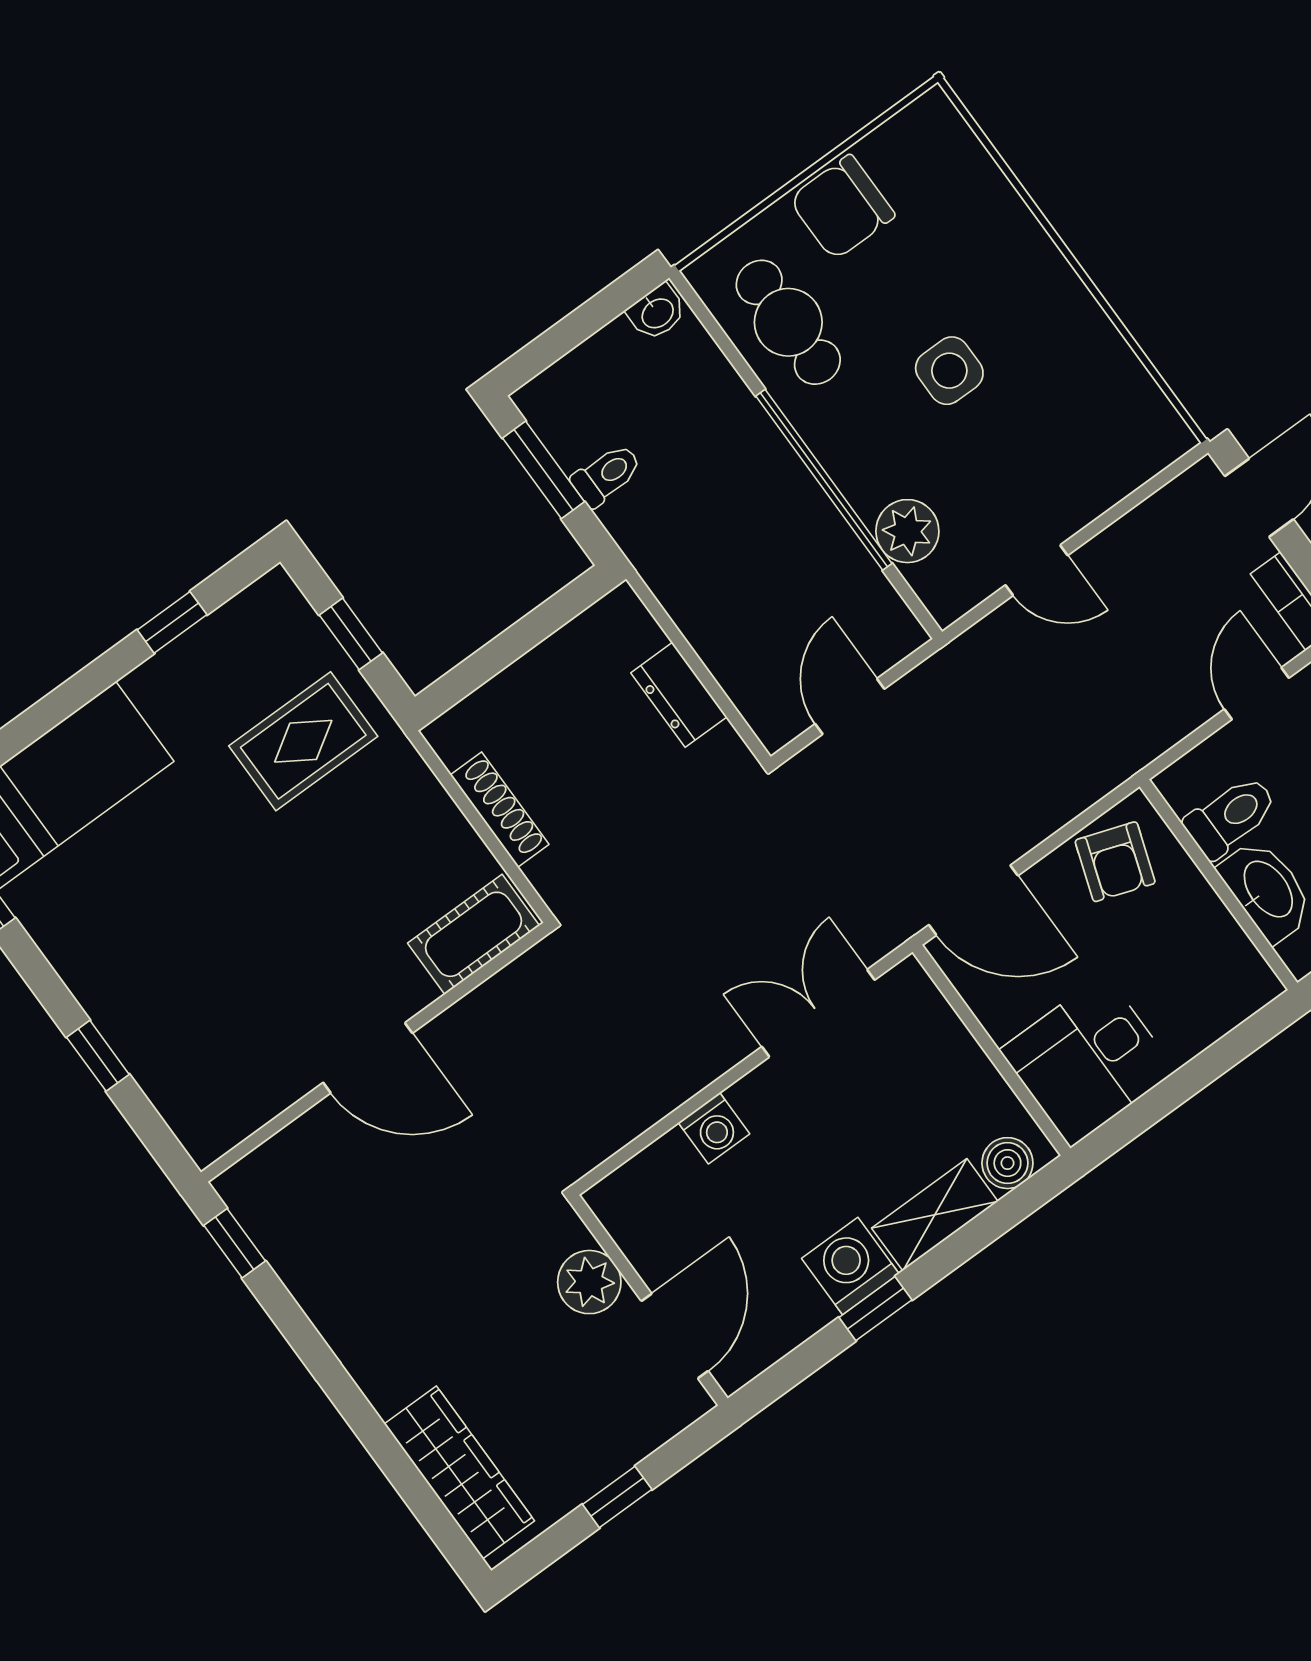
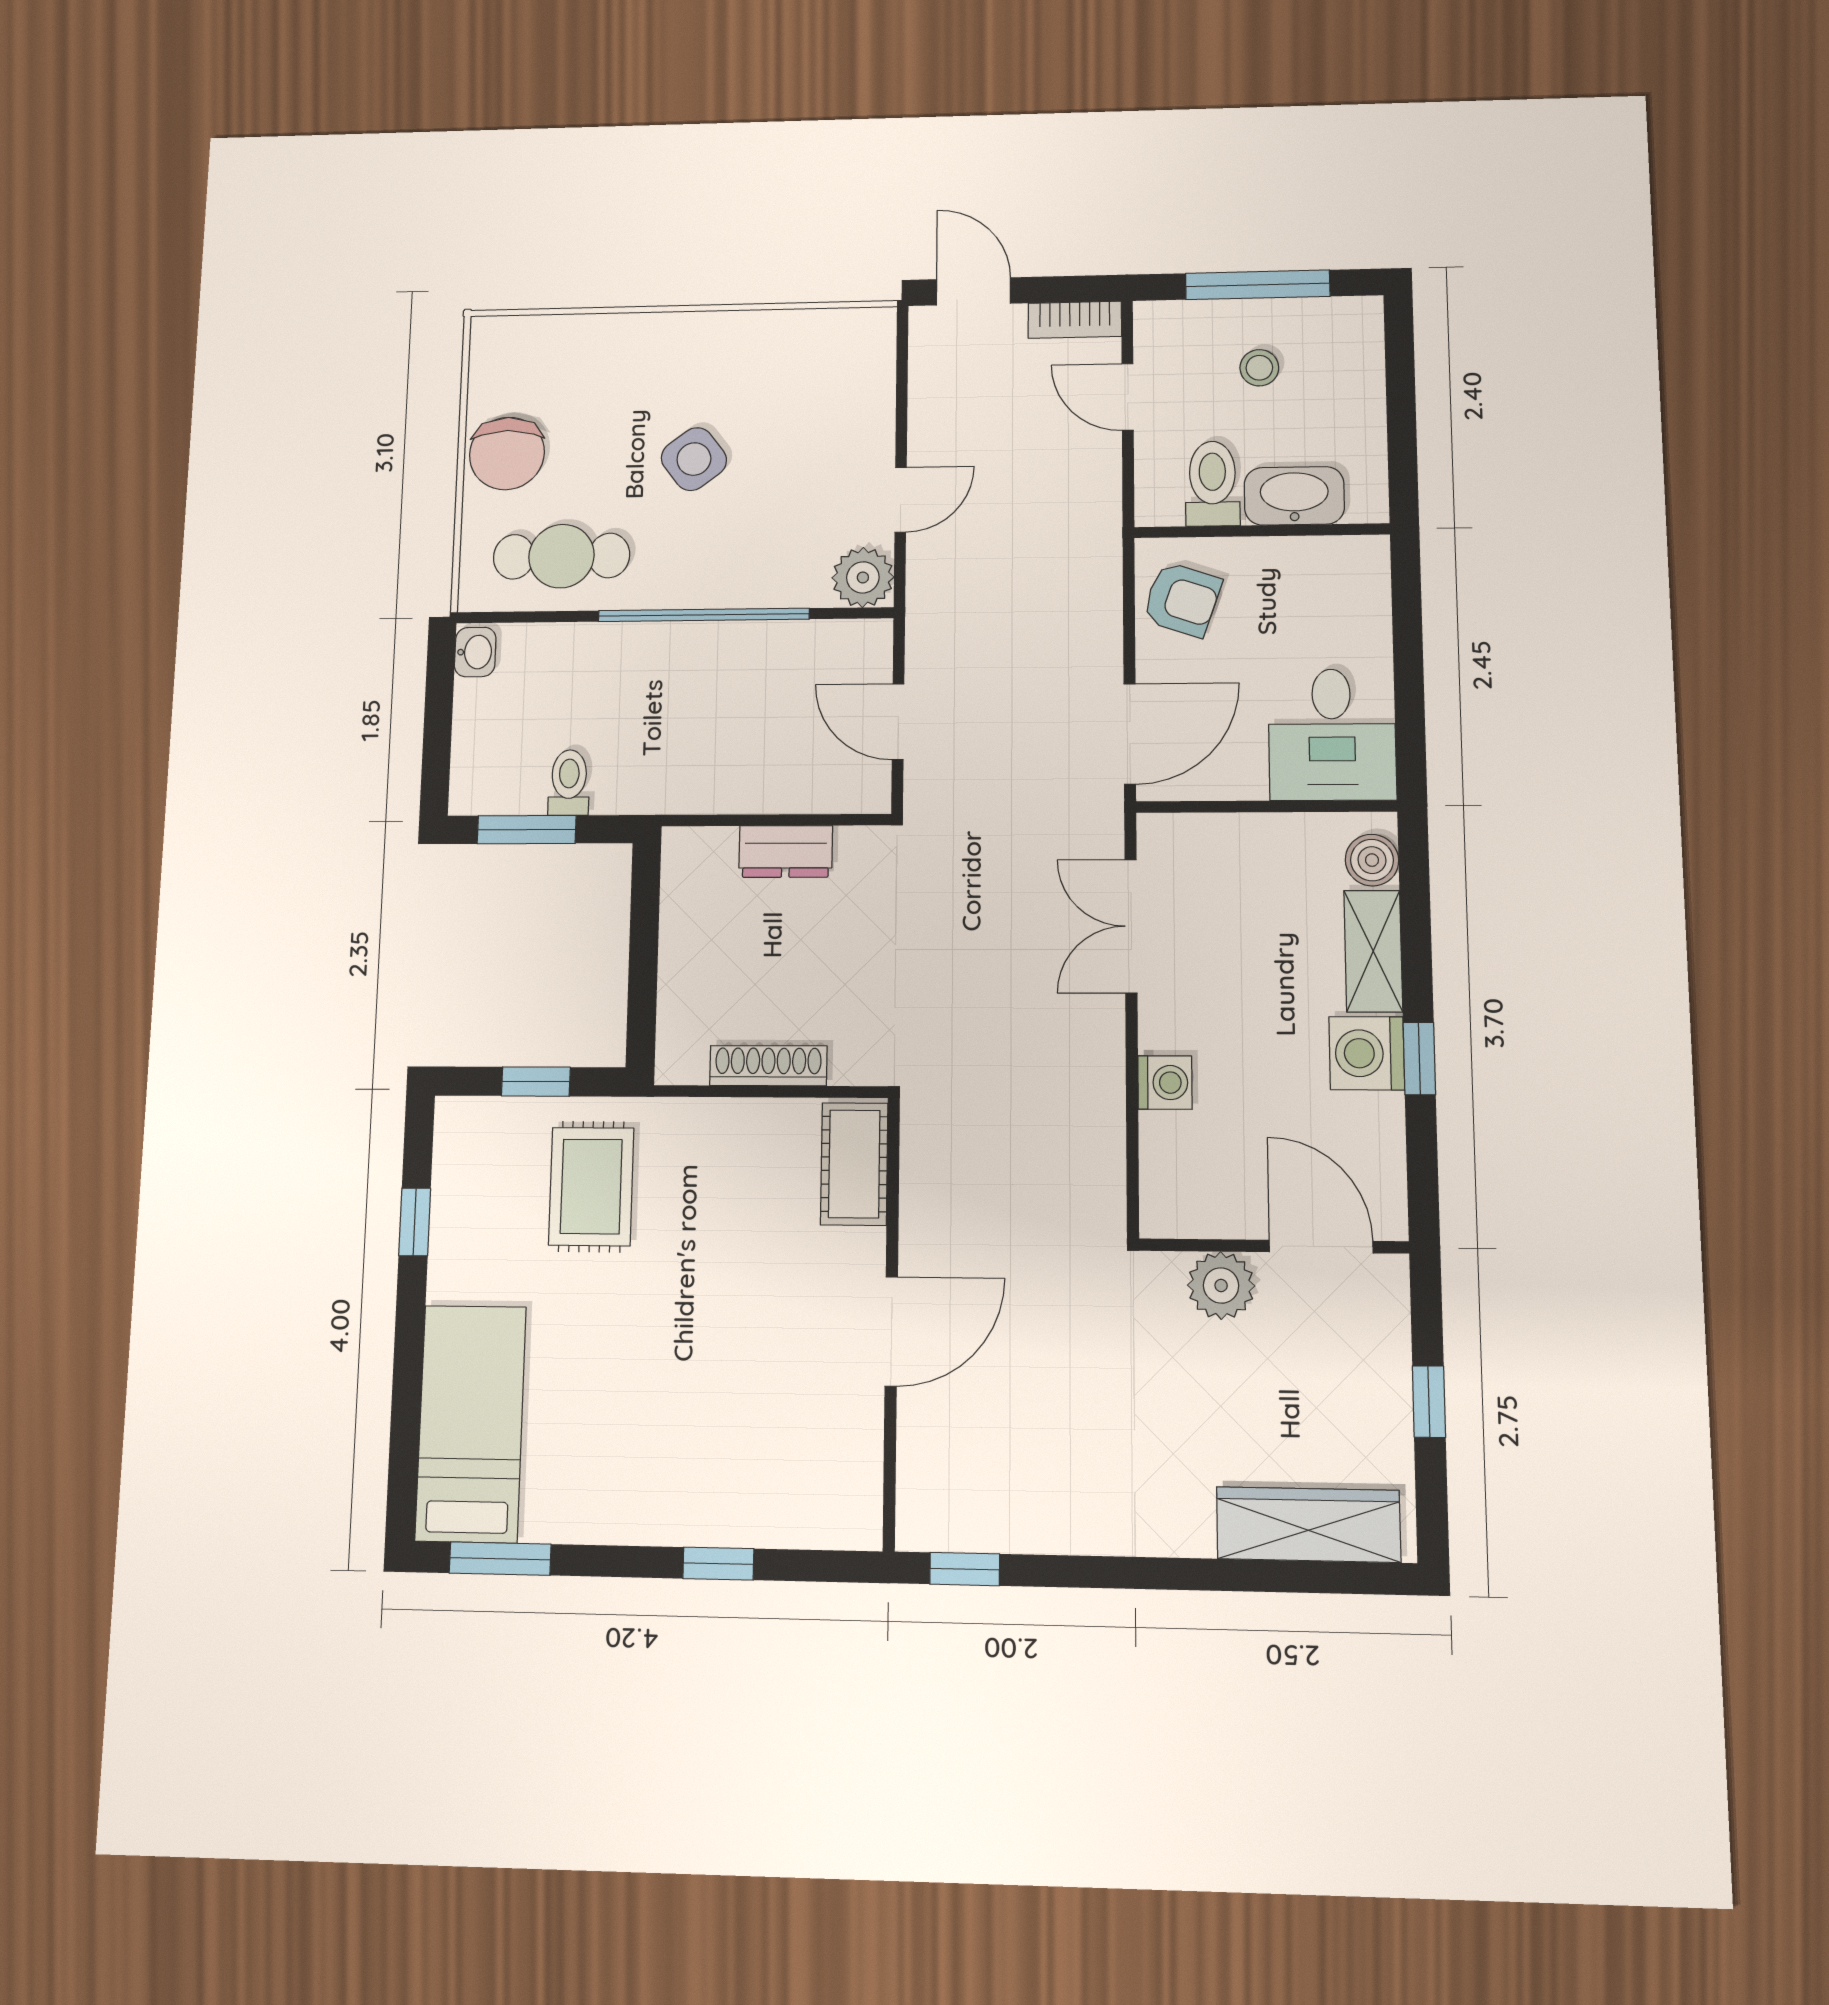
side table: (949, 371) -> (694, 459), turned -37
plant: (907, 531) -> (863, 577), moved

